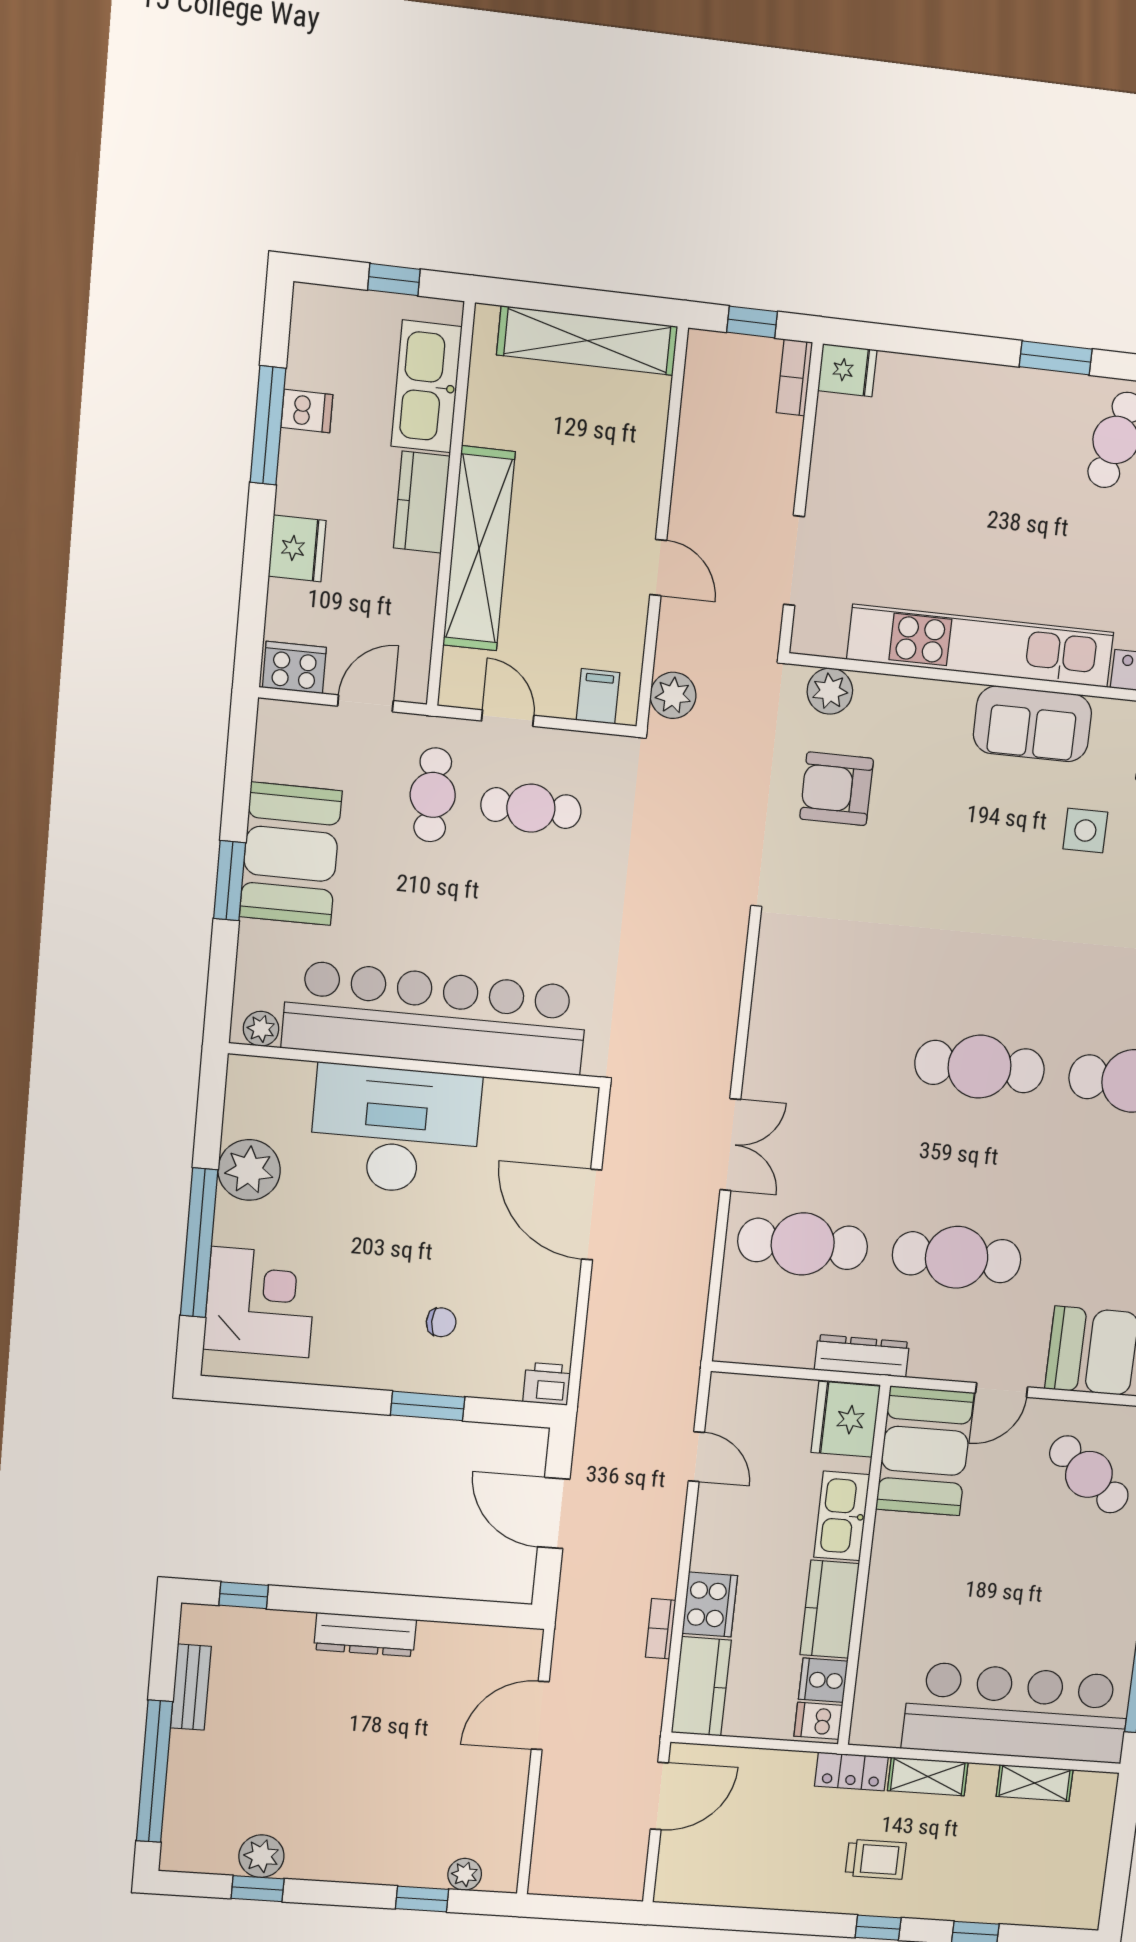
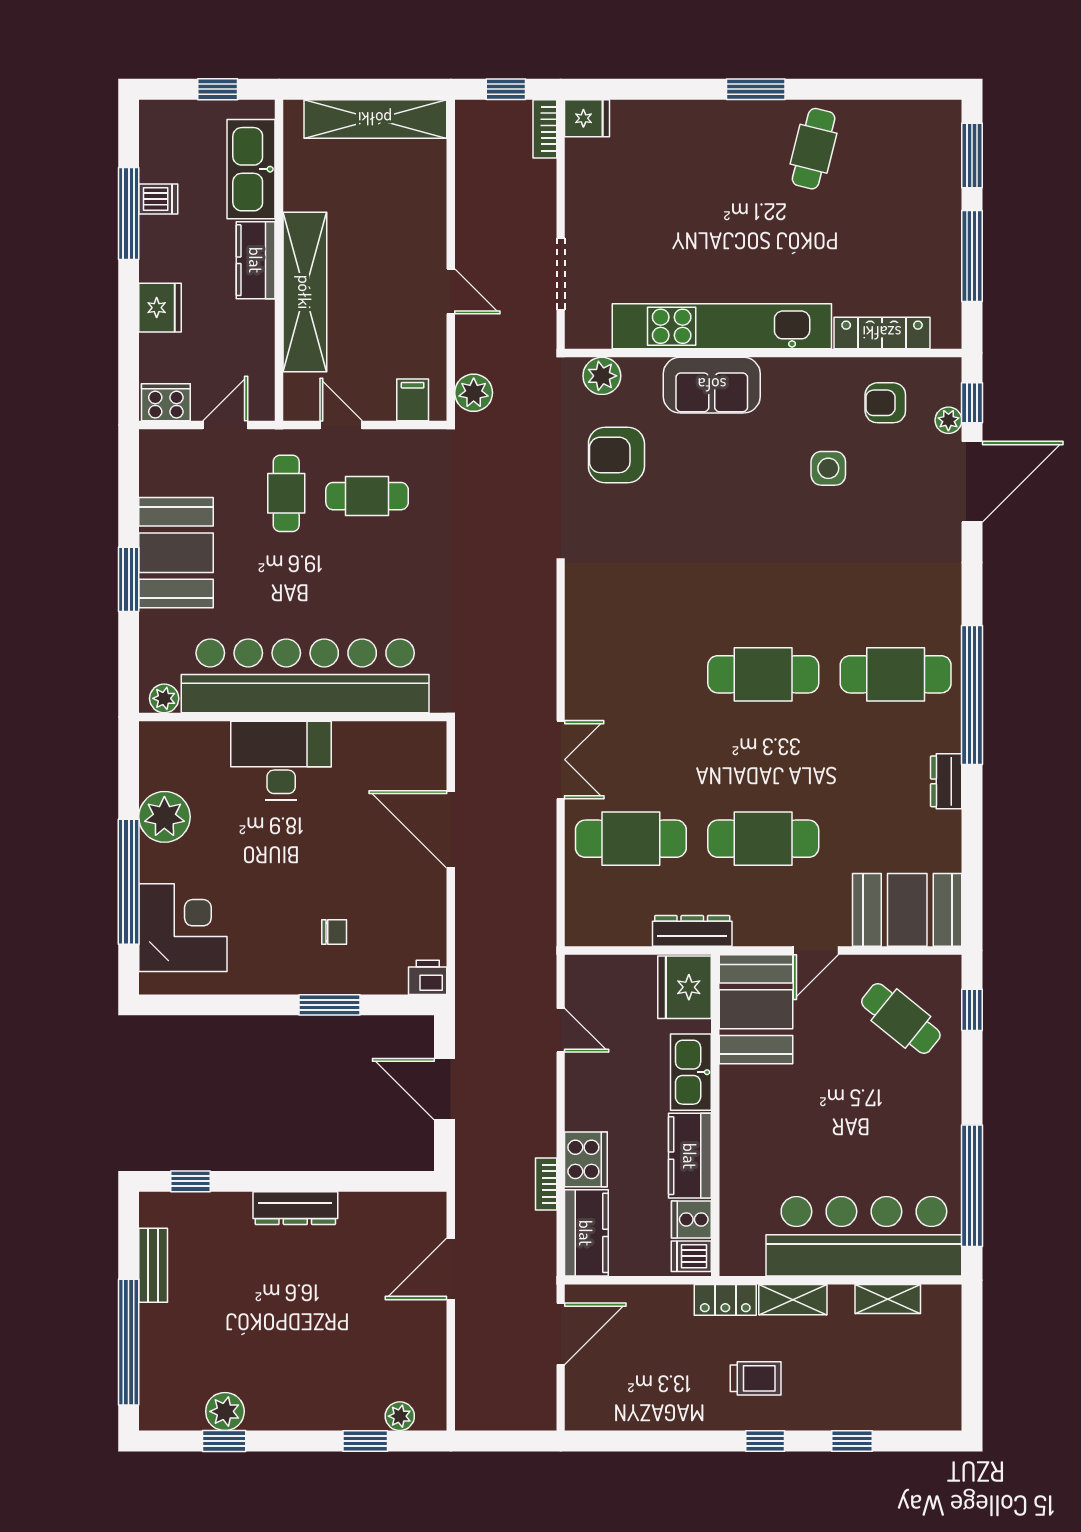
sofa: (1032, 724) -> (712, 385), moved
desk: (395, 1130) -> (281, 761), width x0.73, depth x0.77

